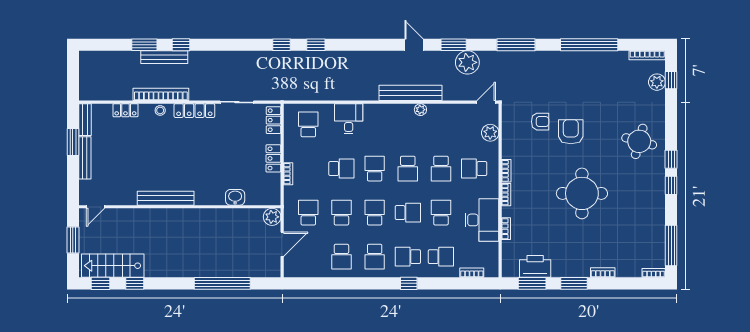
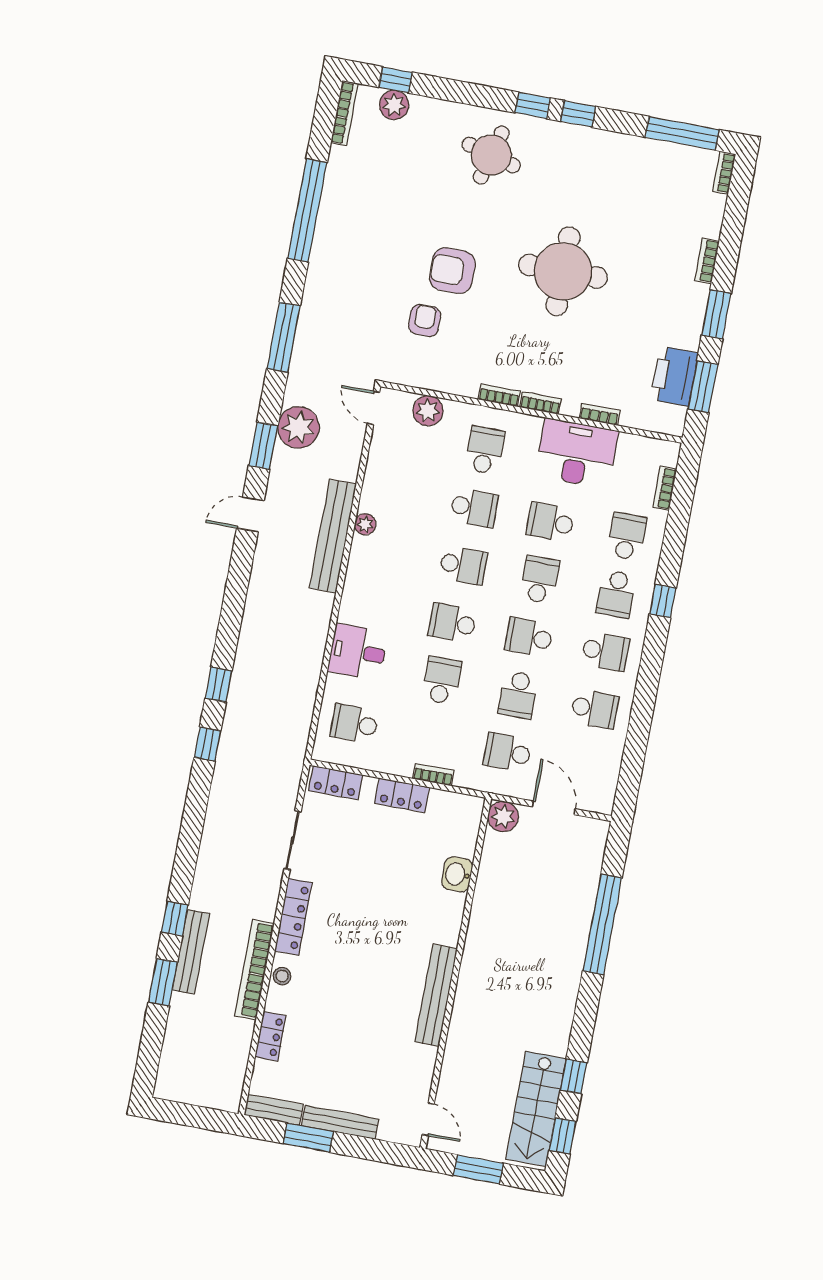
school desk: (474, 169) -> (485, 450), turned 180
school desk: (341, 213) -> (518, 695), turned -90

